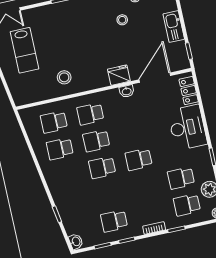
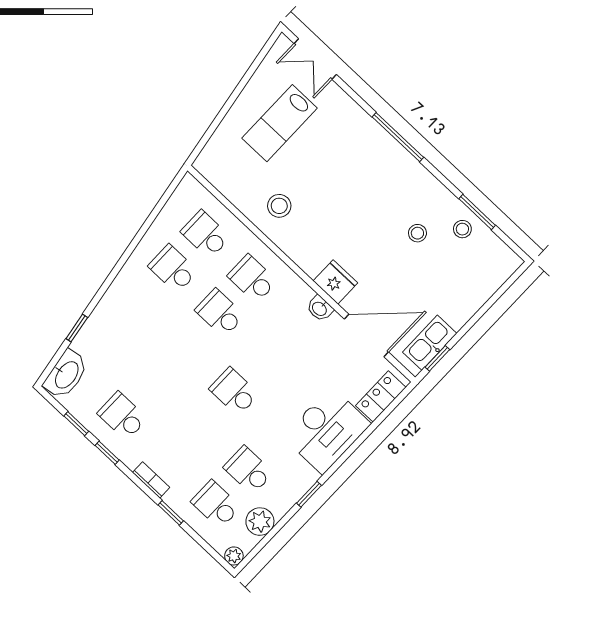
kitchen sink: (174, 27) -> (430, 343), moved
school desk: (102, 168) -> (187, 347), removed
washbasin: (76, 241) -> (66, 374), width x1.91, depth x1.45

